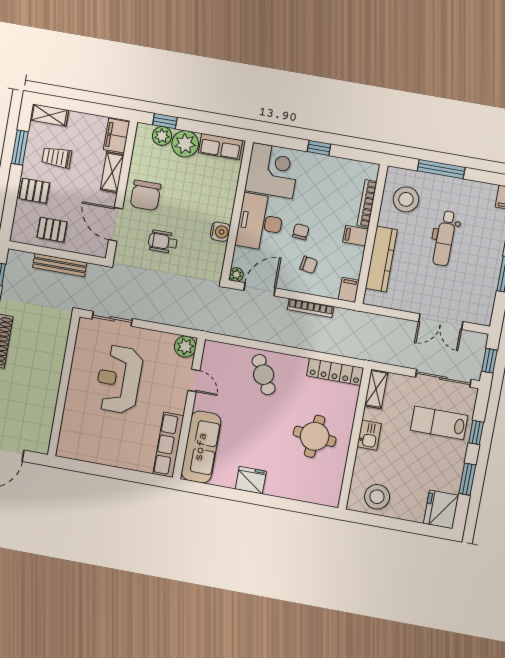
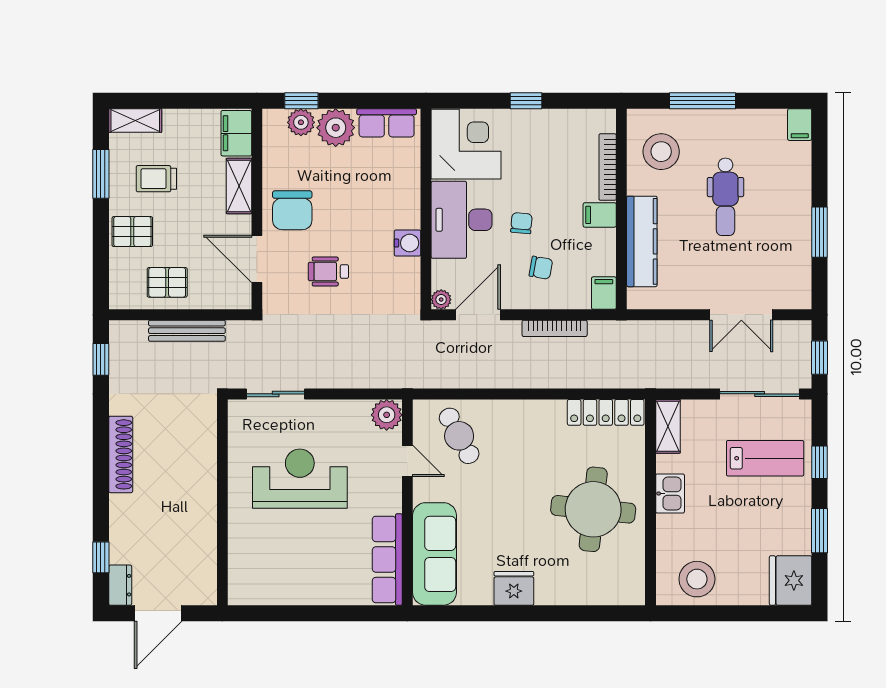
cafe table: (264, 375) -> (459, 436), moved
reception desk: (119, 379) -> (300, 479), turned 90
lab bench: (439, 423) -> (765, 458), turned 180
round table: (315, 436) -> (593, 509), width x1.36, depth x1.36

